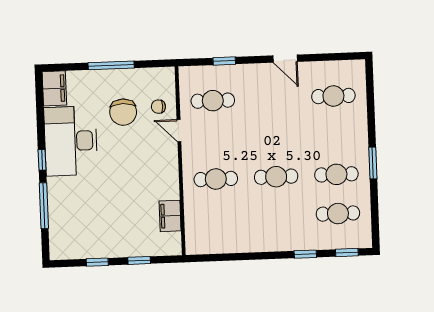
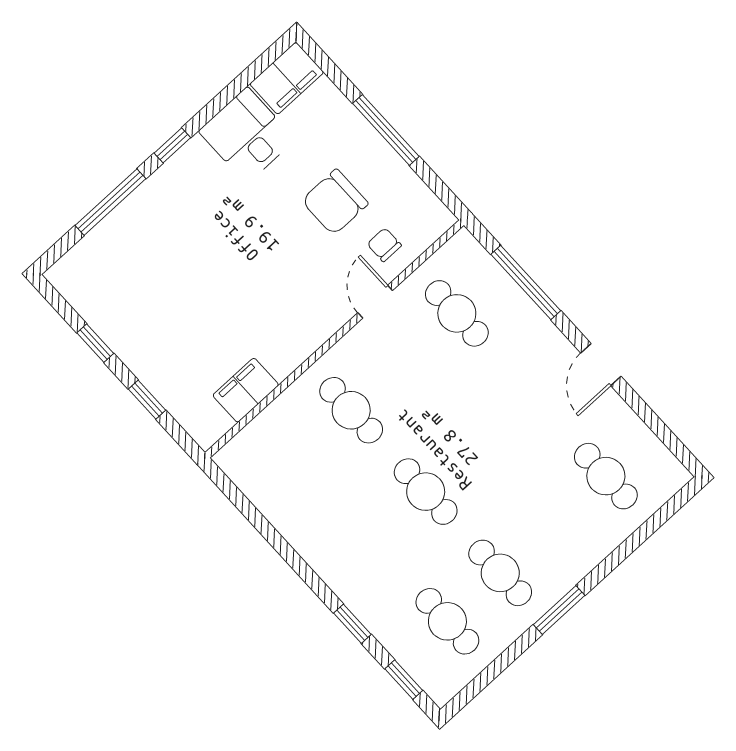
window: (224, 61) -> (526, 282), width x2.17
desk: (71, 141) -> (247, 135), width x0.53, depth x0.77

